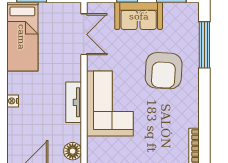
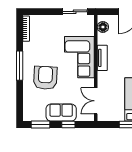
window: (204, 45) -> (20, 66), moved

